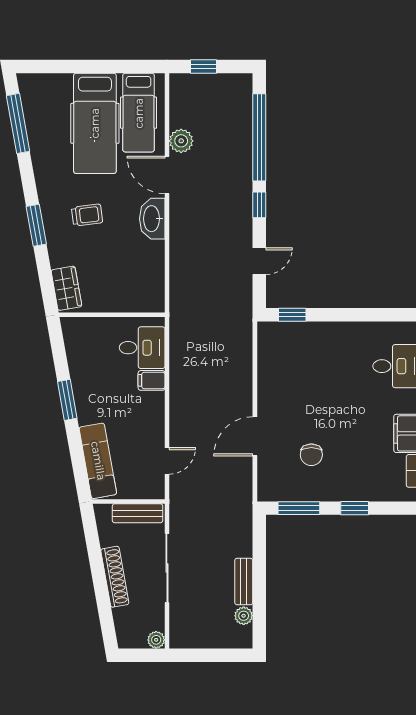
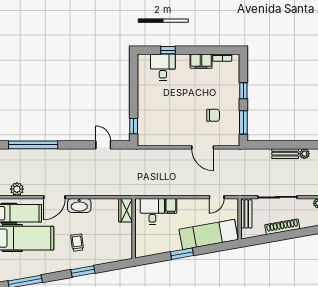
plant: (181, 141) -> (17, 189), moved
window: (259, 205) -> (71, 145), removed
wardrobe: (66, 288) -> (126, 210), moved, turned -80
exam couch: (98, 461) -> (209, 234), width x1.36, depth x1.45
door: (167, 461) -> (217, 197), swing flipped

